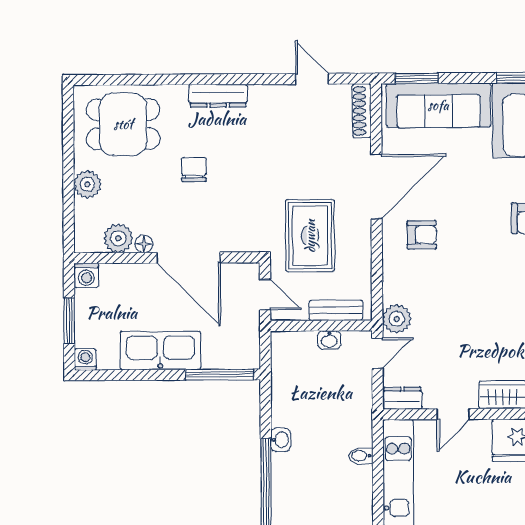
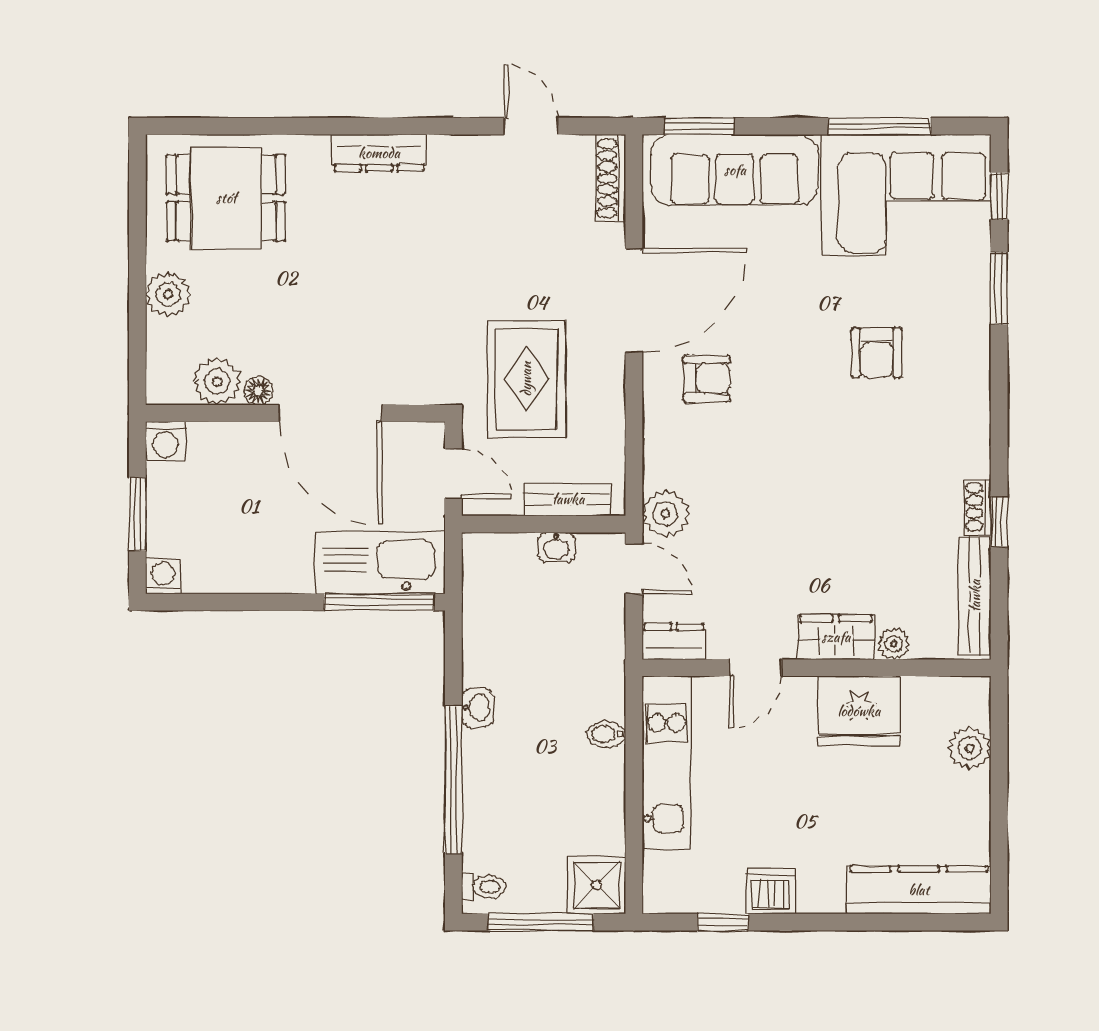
chair: (194, 169) -> (340, 271), removed
kitchen sink: (160, 350) -> (380, 563), moved
door: (377, 353) -> (634, 569), hinge flipped

